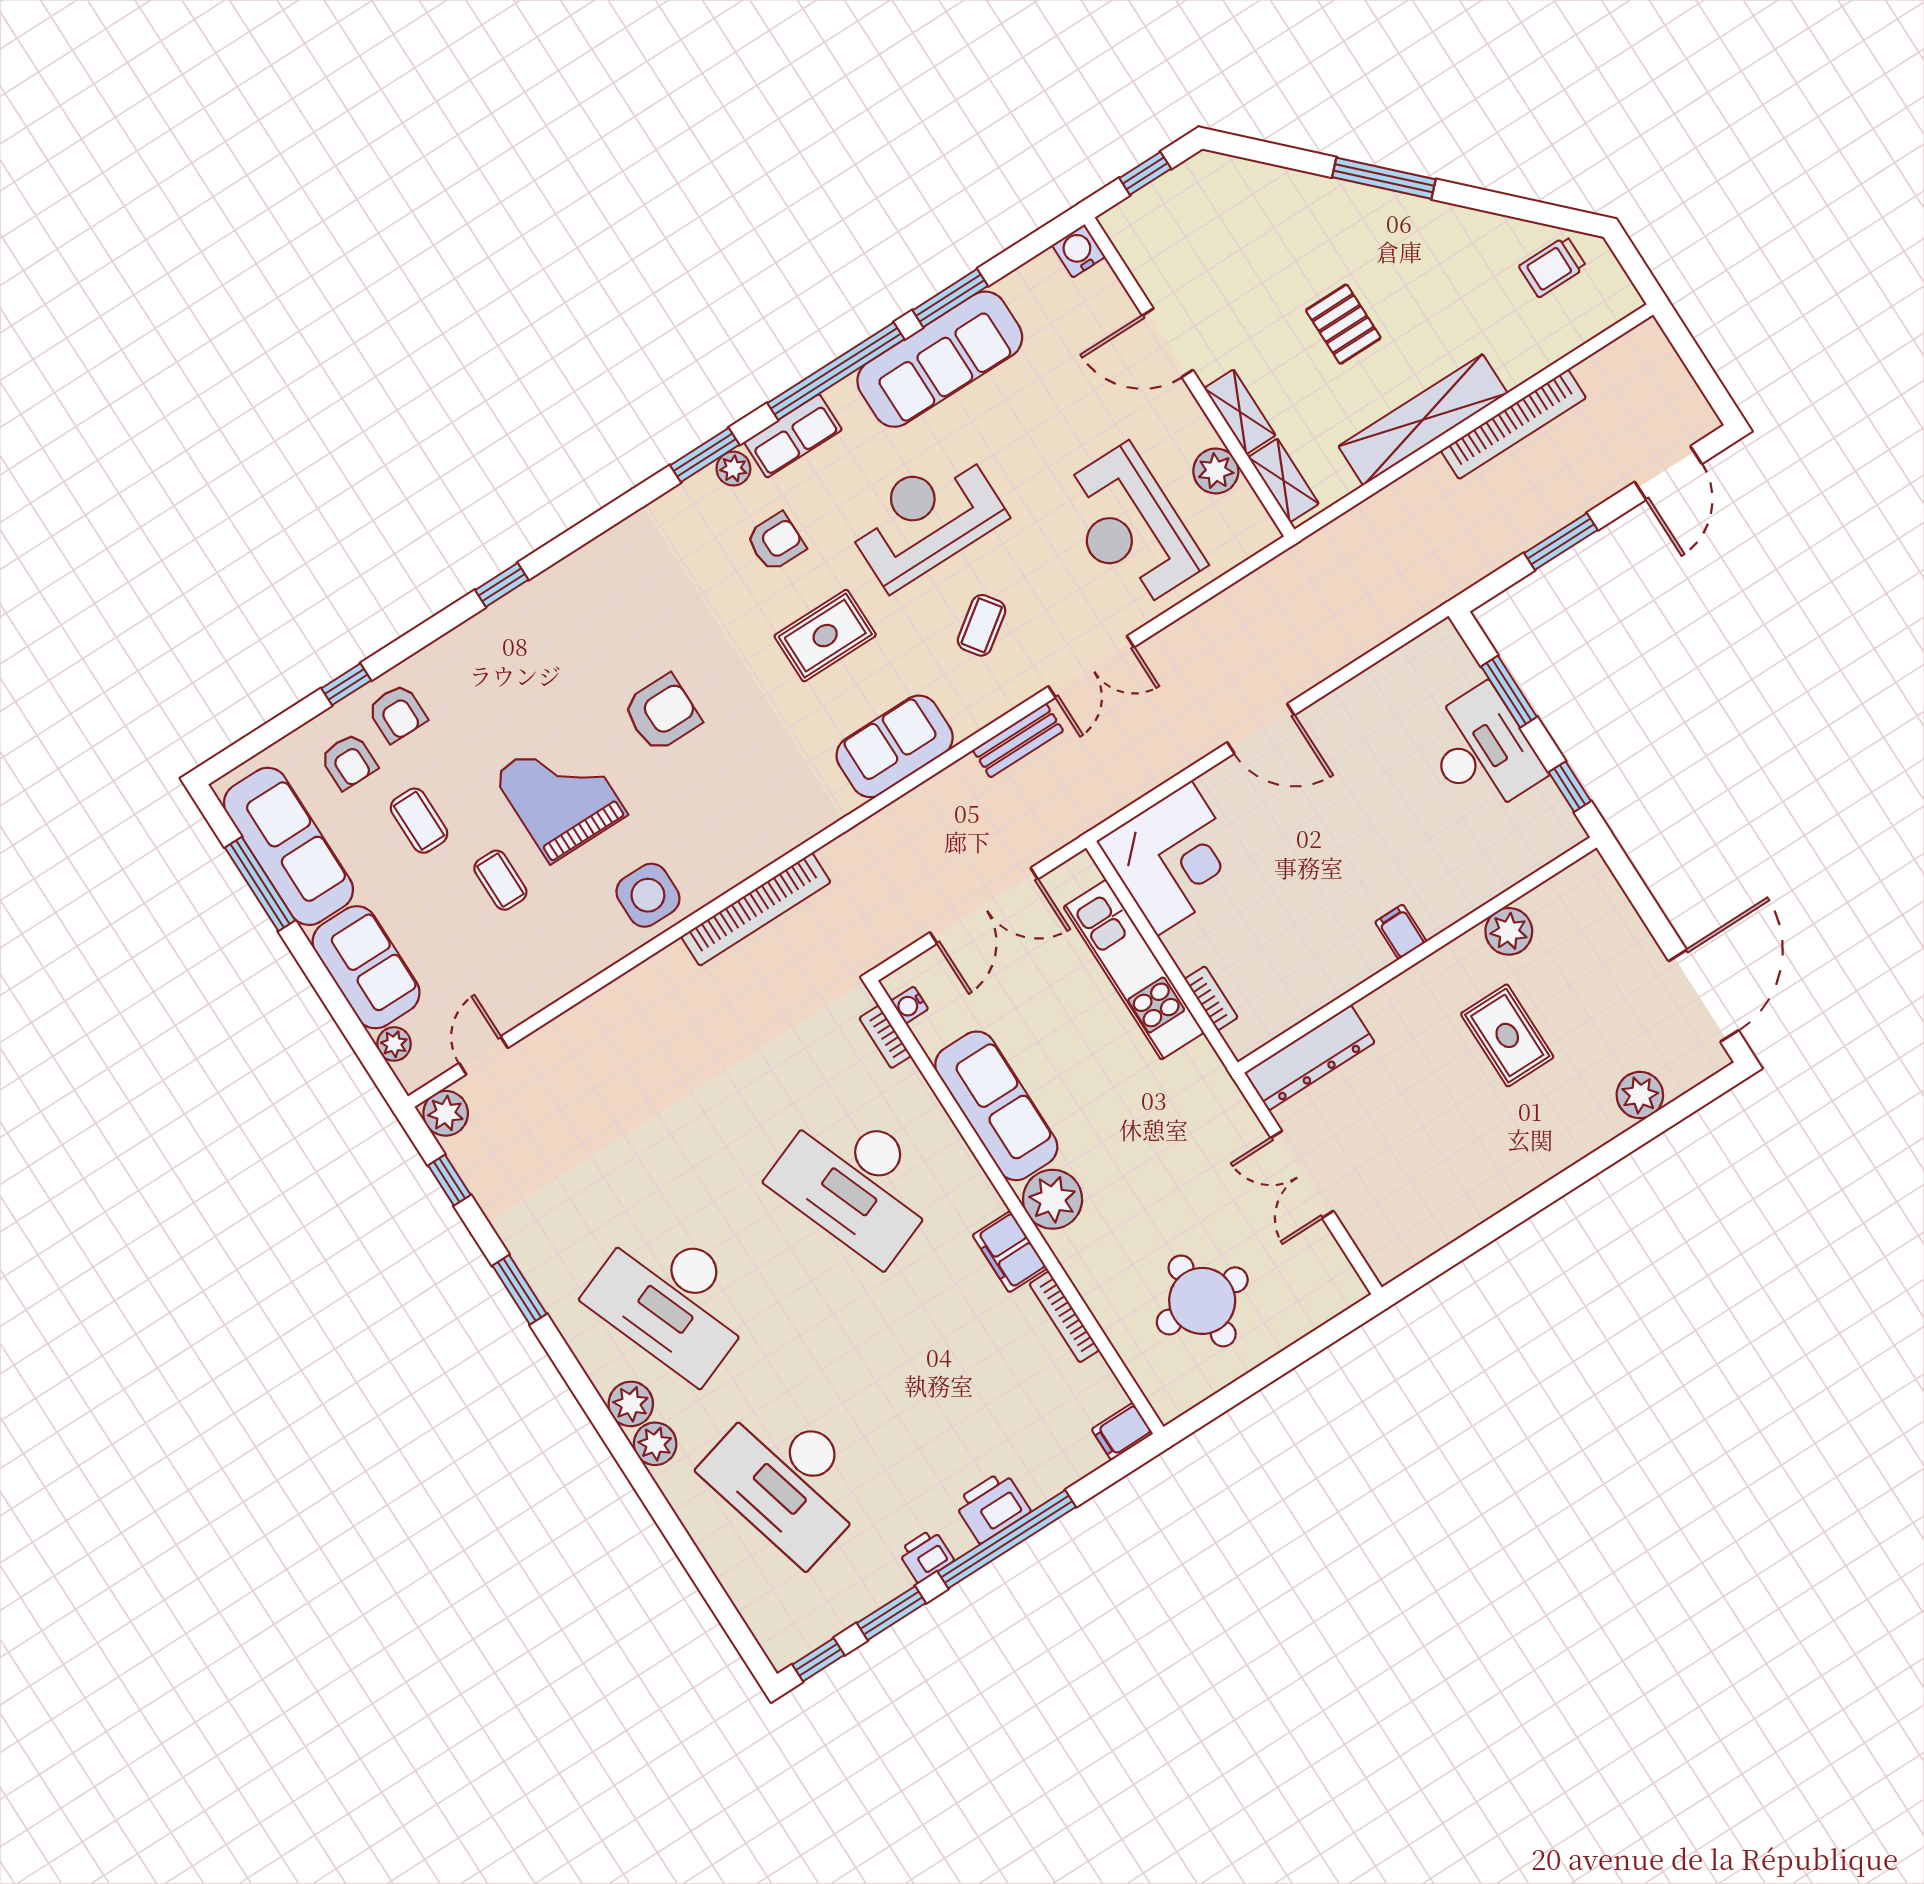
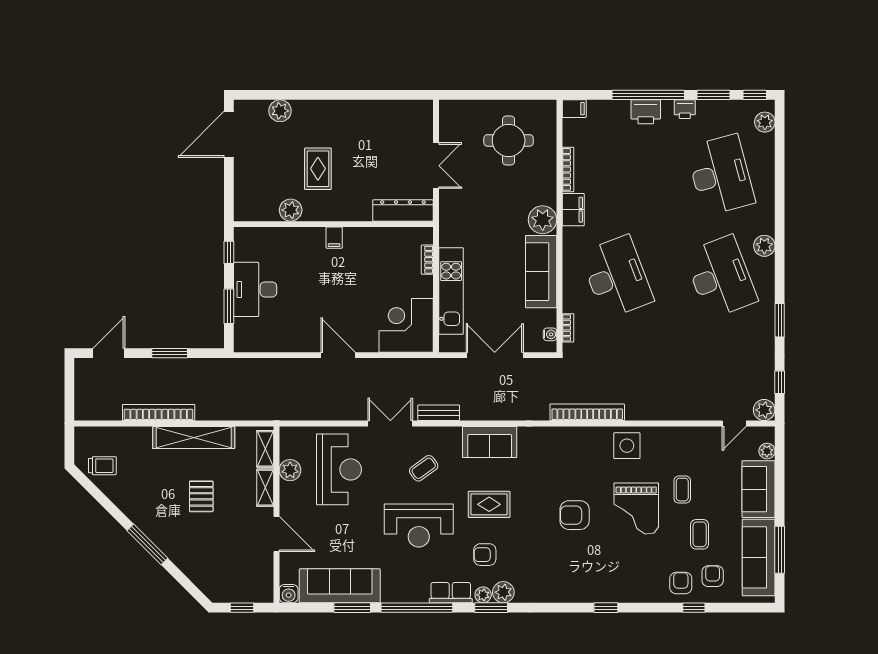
sofa: (940, 359) -> (340, 586), moved
plant: (701, 496) -> (503, 592), added
plant: (655, 1444) -> (765, 122), moved

